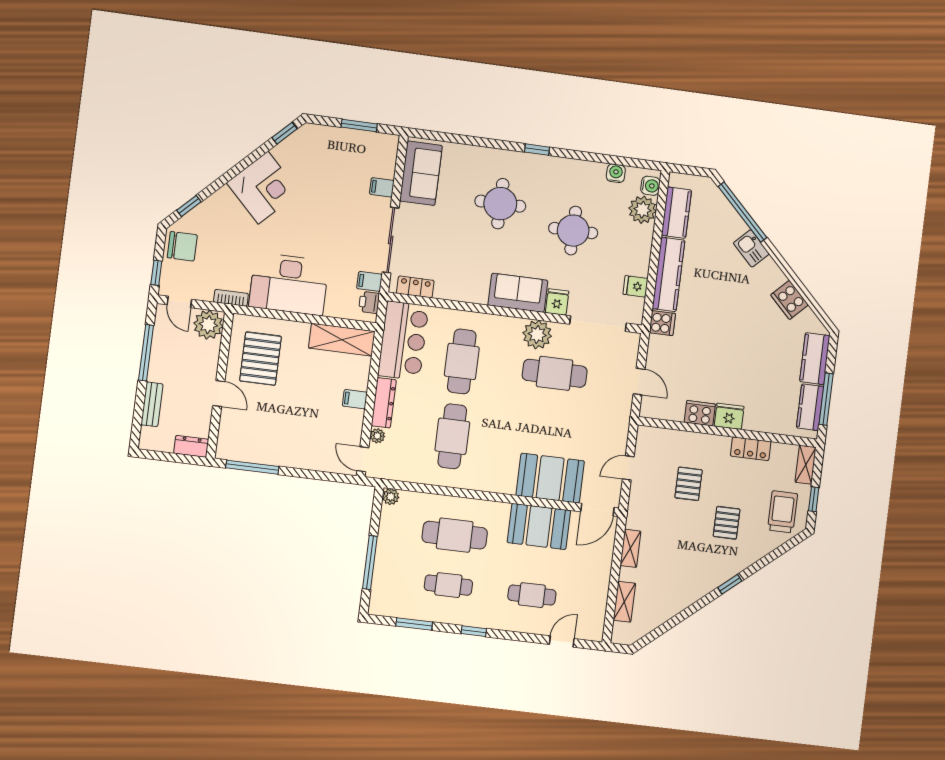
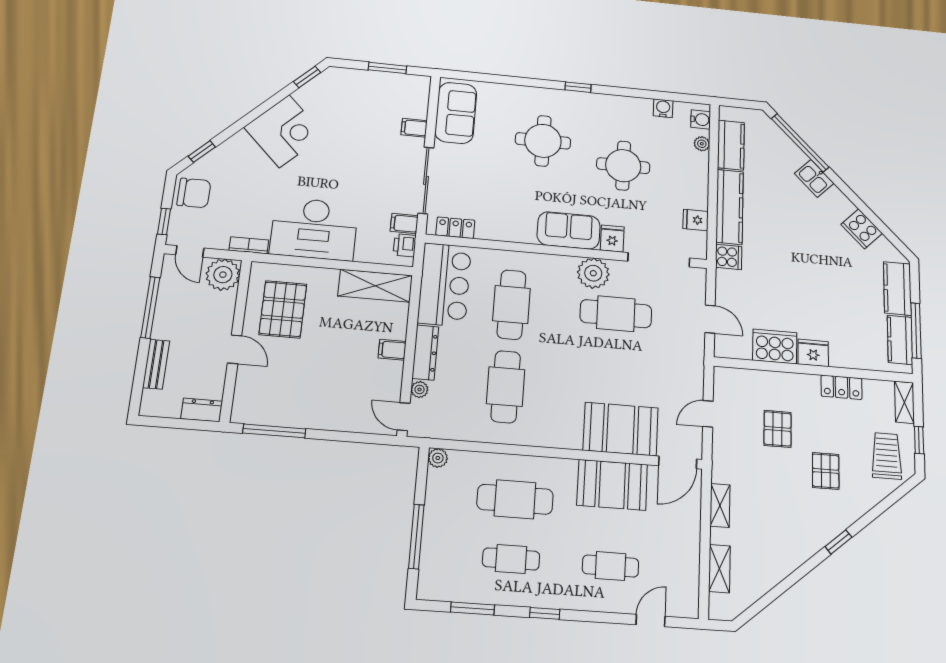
plant: (643, 210) -> (702, 144), width x0.53, depth x0.53
cooker: (700, 413) -> (775, 346), width x1.37, depth x1.31

